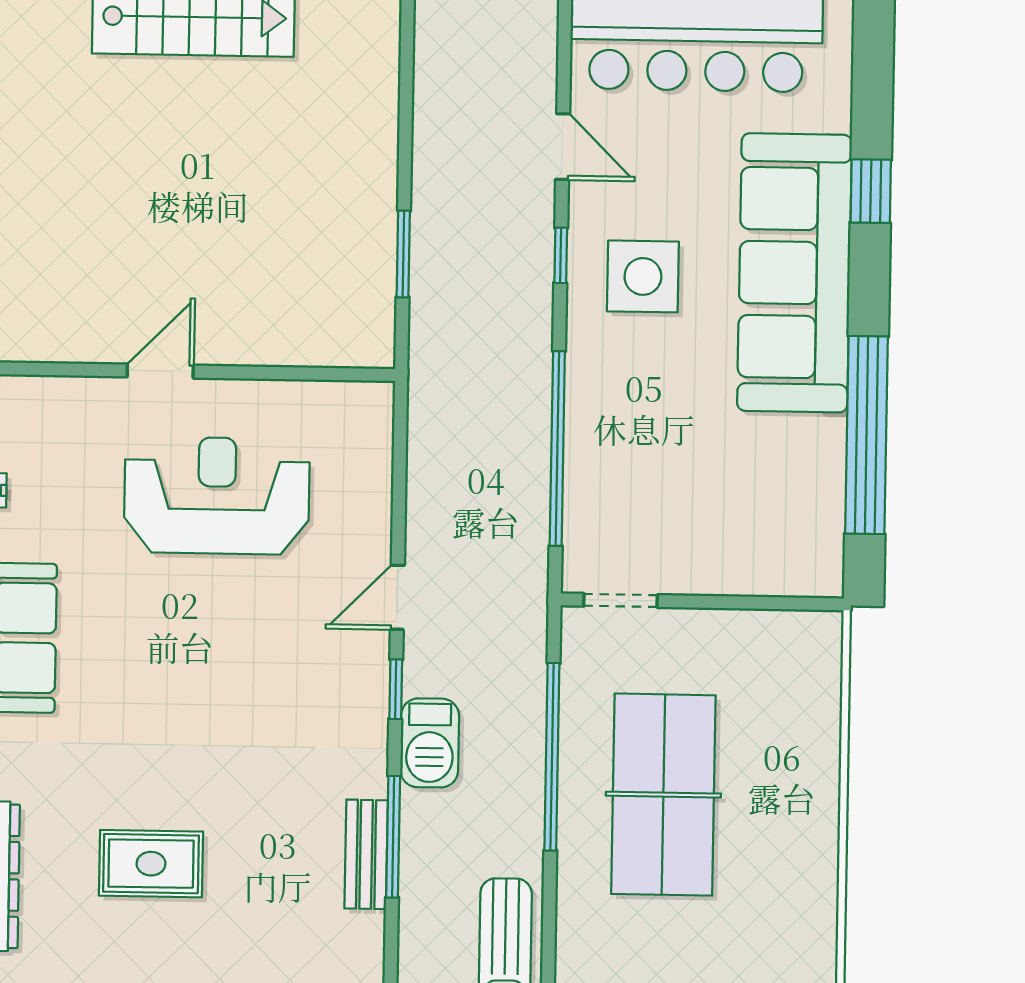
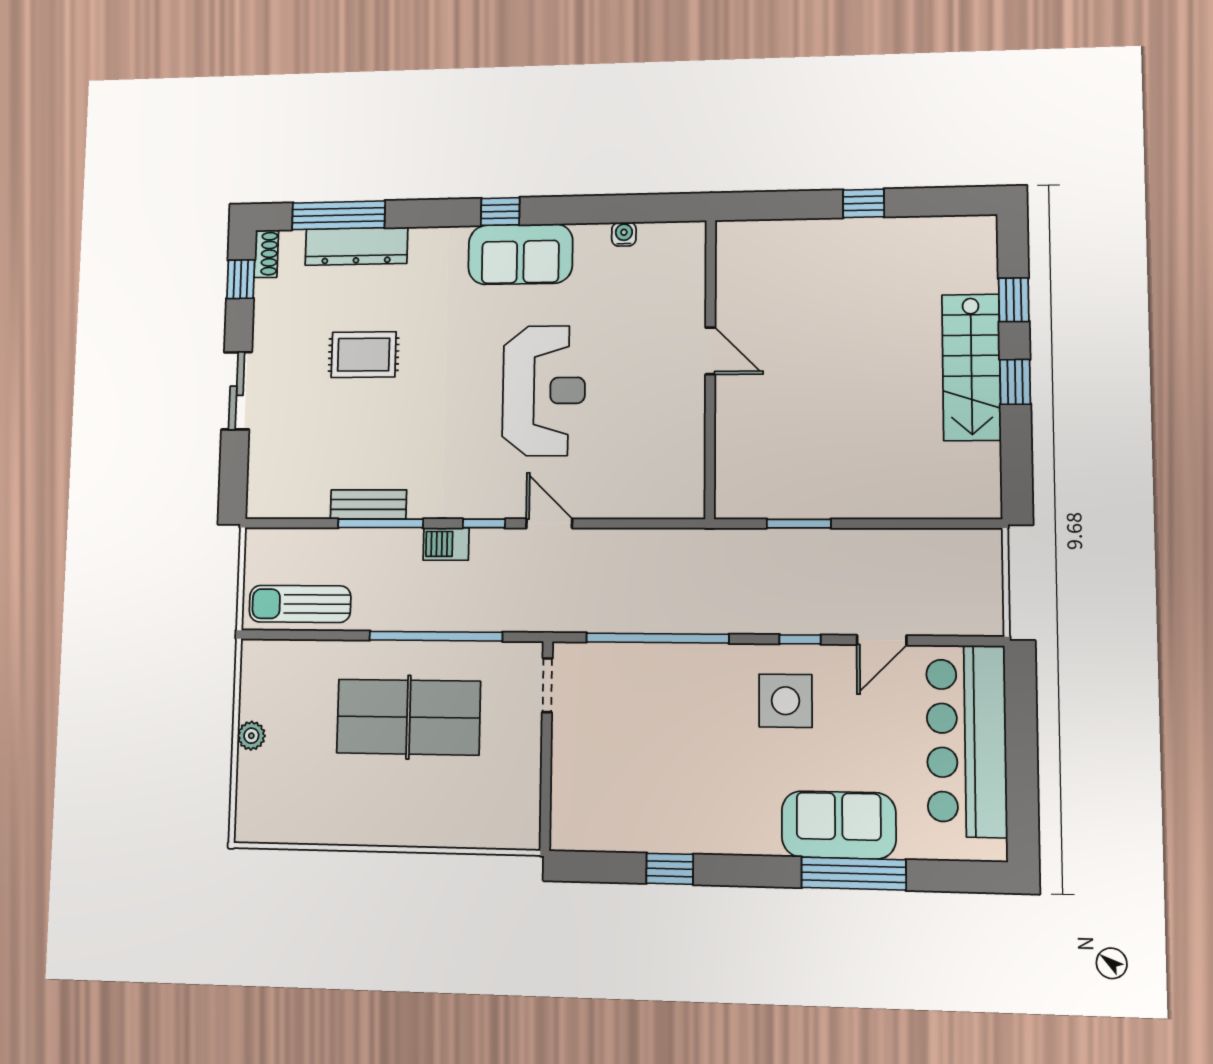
window: (871, 191) -> (854, 874), width x2.17
sofa: (795, 273) -> (839, 825), width x0.54, depth x0.79
window: (866, 435) -> (670, 869), width x0.32
reception desk: (217, 496) -> (544, 391), moved
barbecue: (430, 743) -> (446, 544), width x0.73, depth x0.79
rug: (151, 864) -> (364, 355), turned 90

